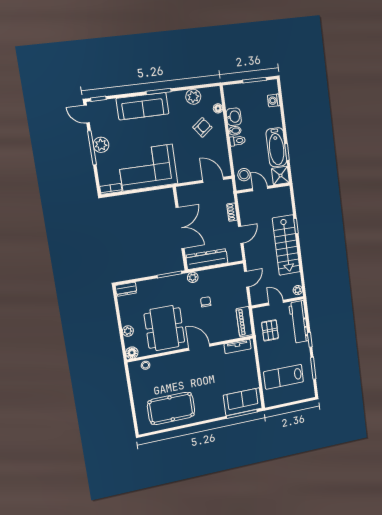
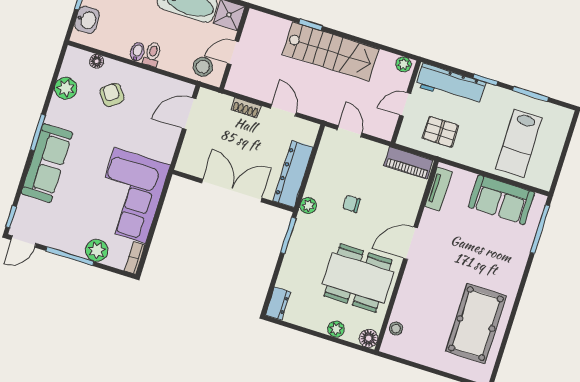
washbasin: (234, 117) -> (87, 20), moved, turned 90
plant: (101, 145) -> (97, 250), moved
sofa: (243, 402) -> (502, 200), moved, turned -90

